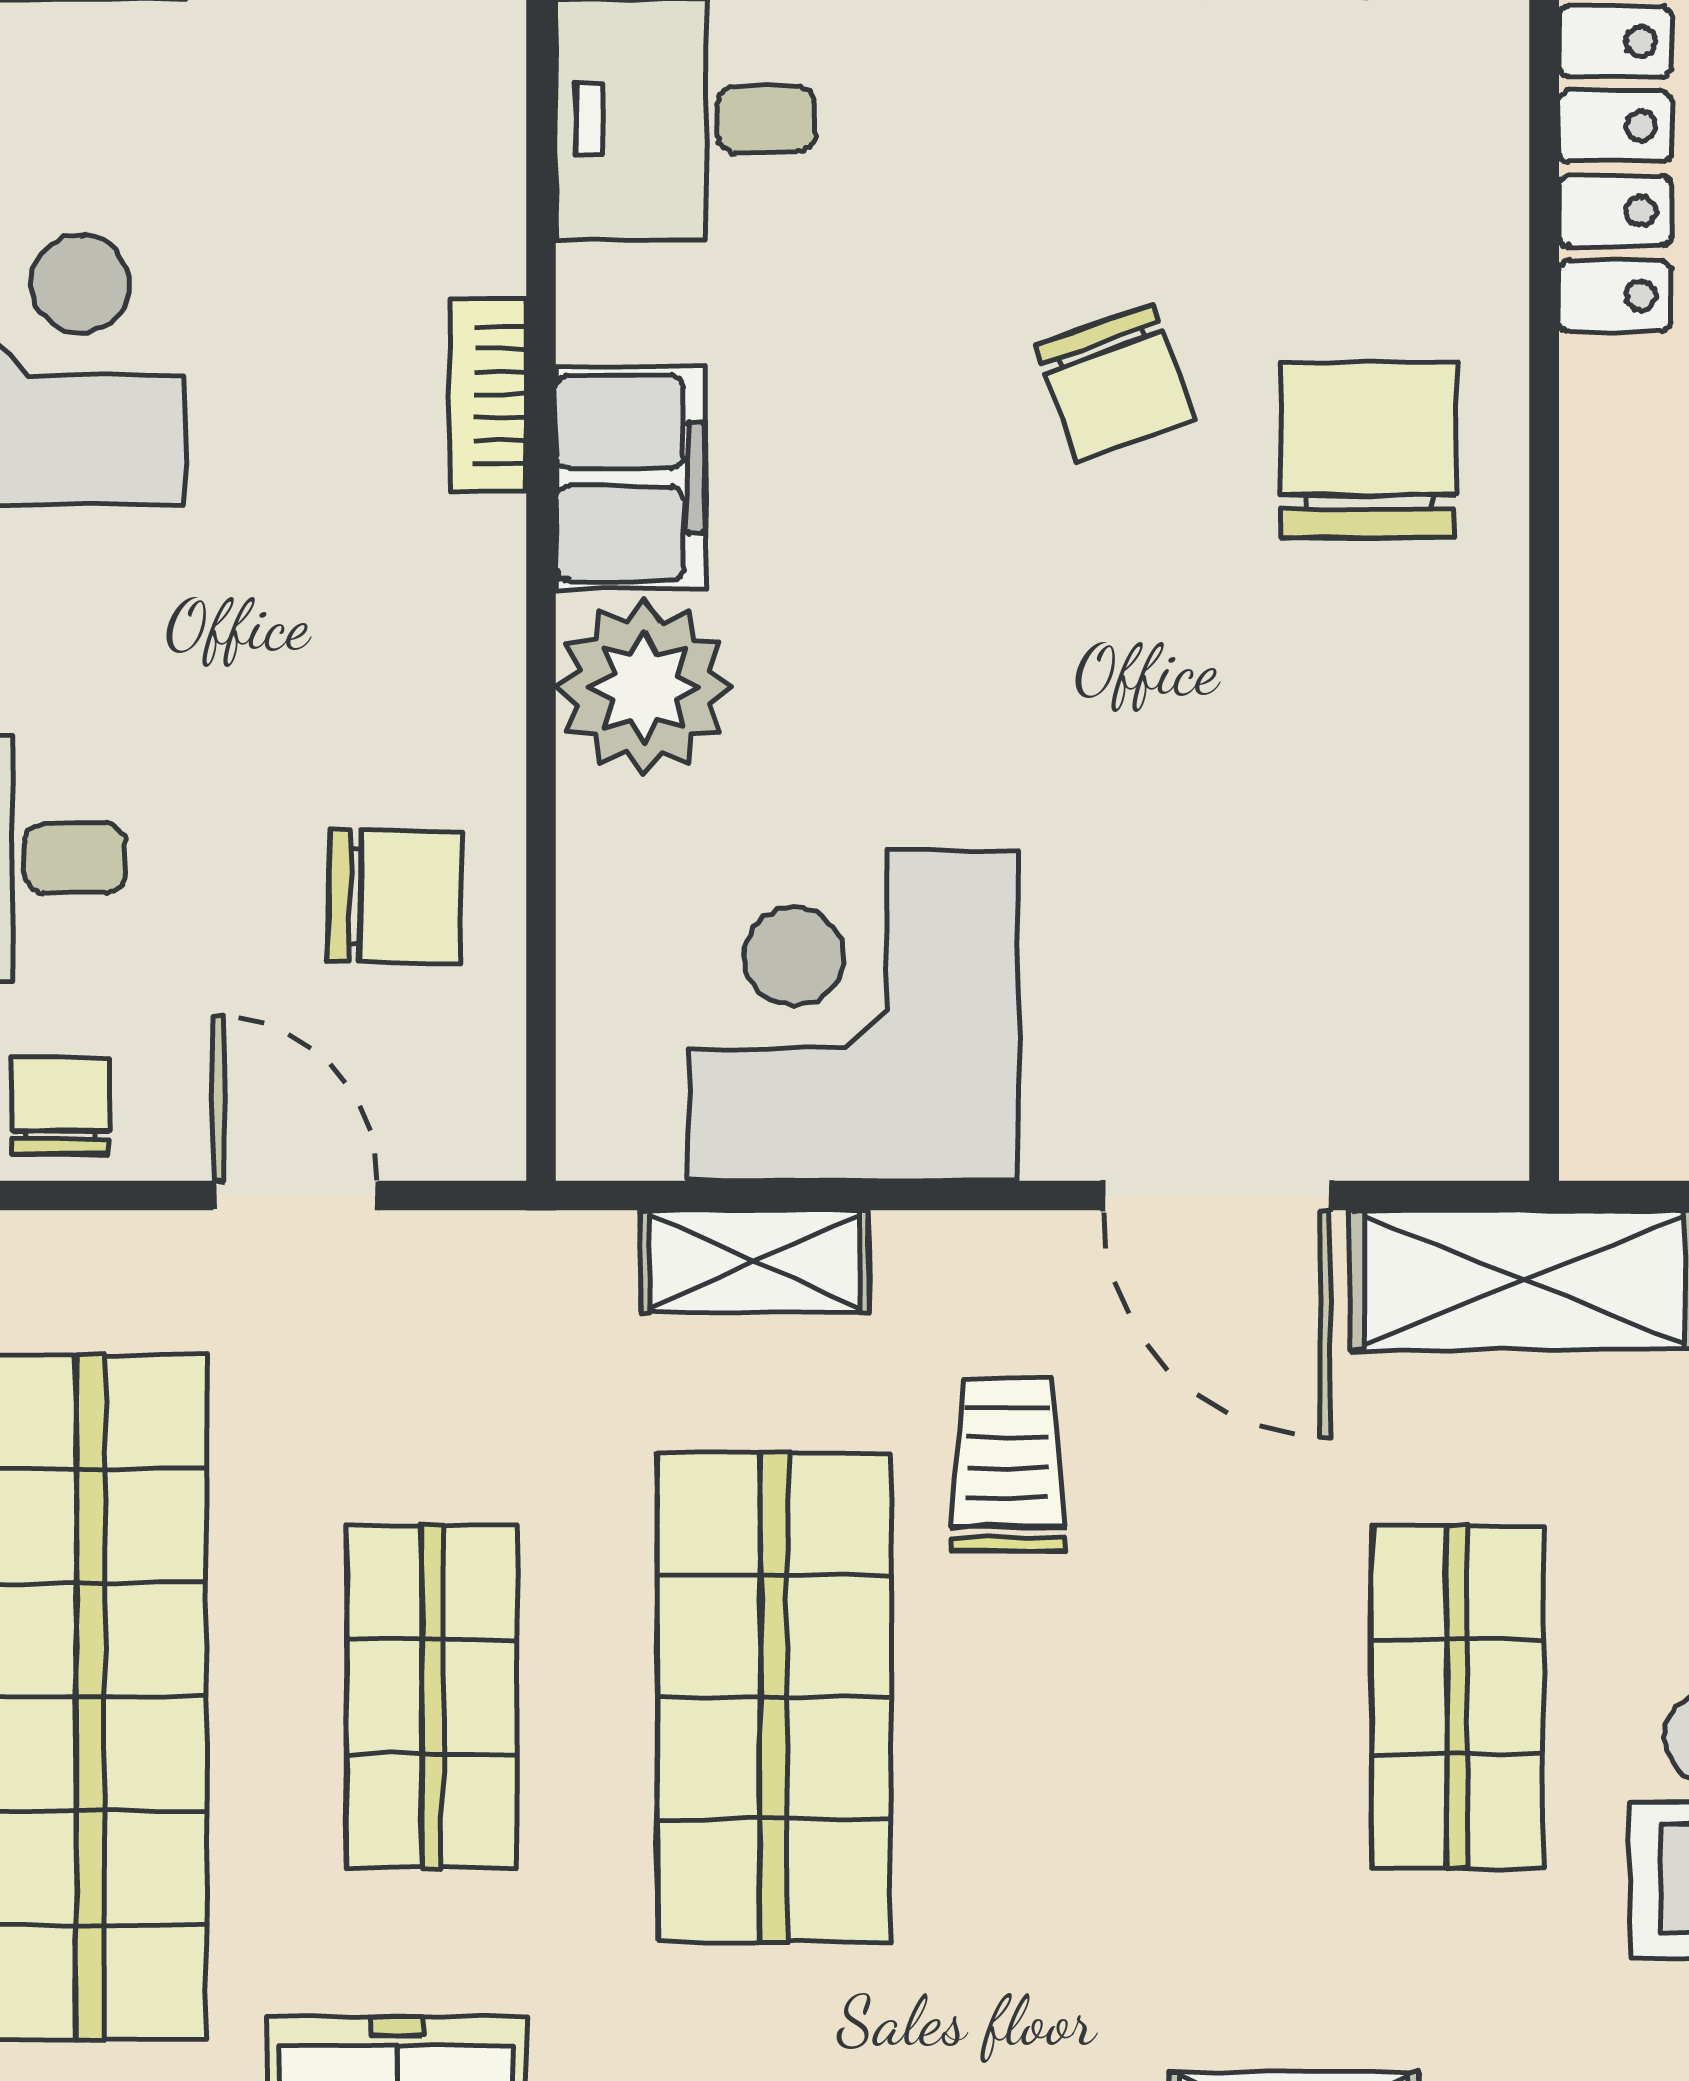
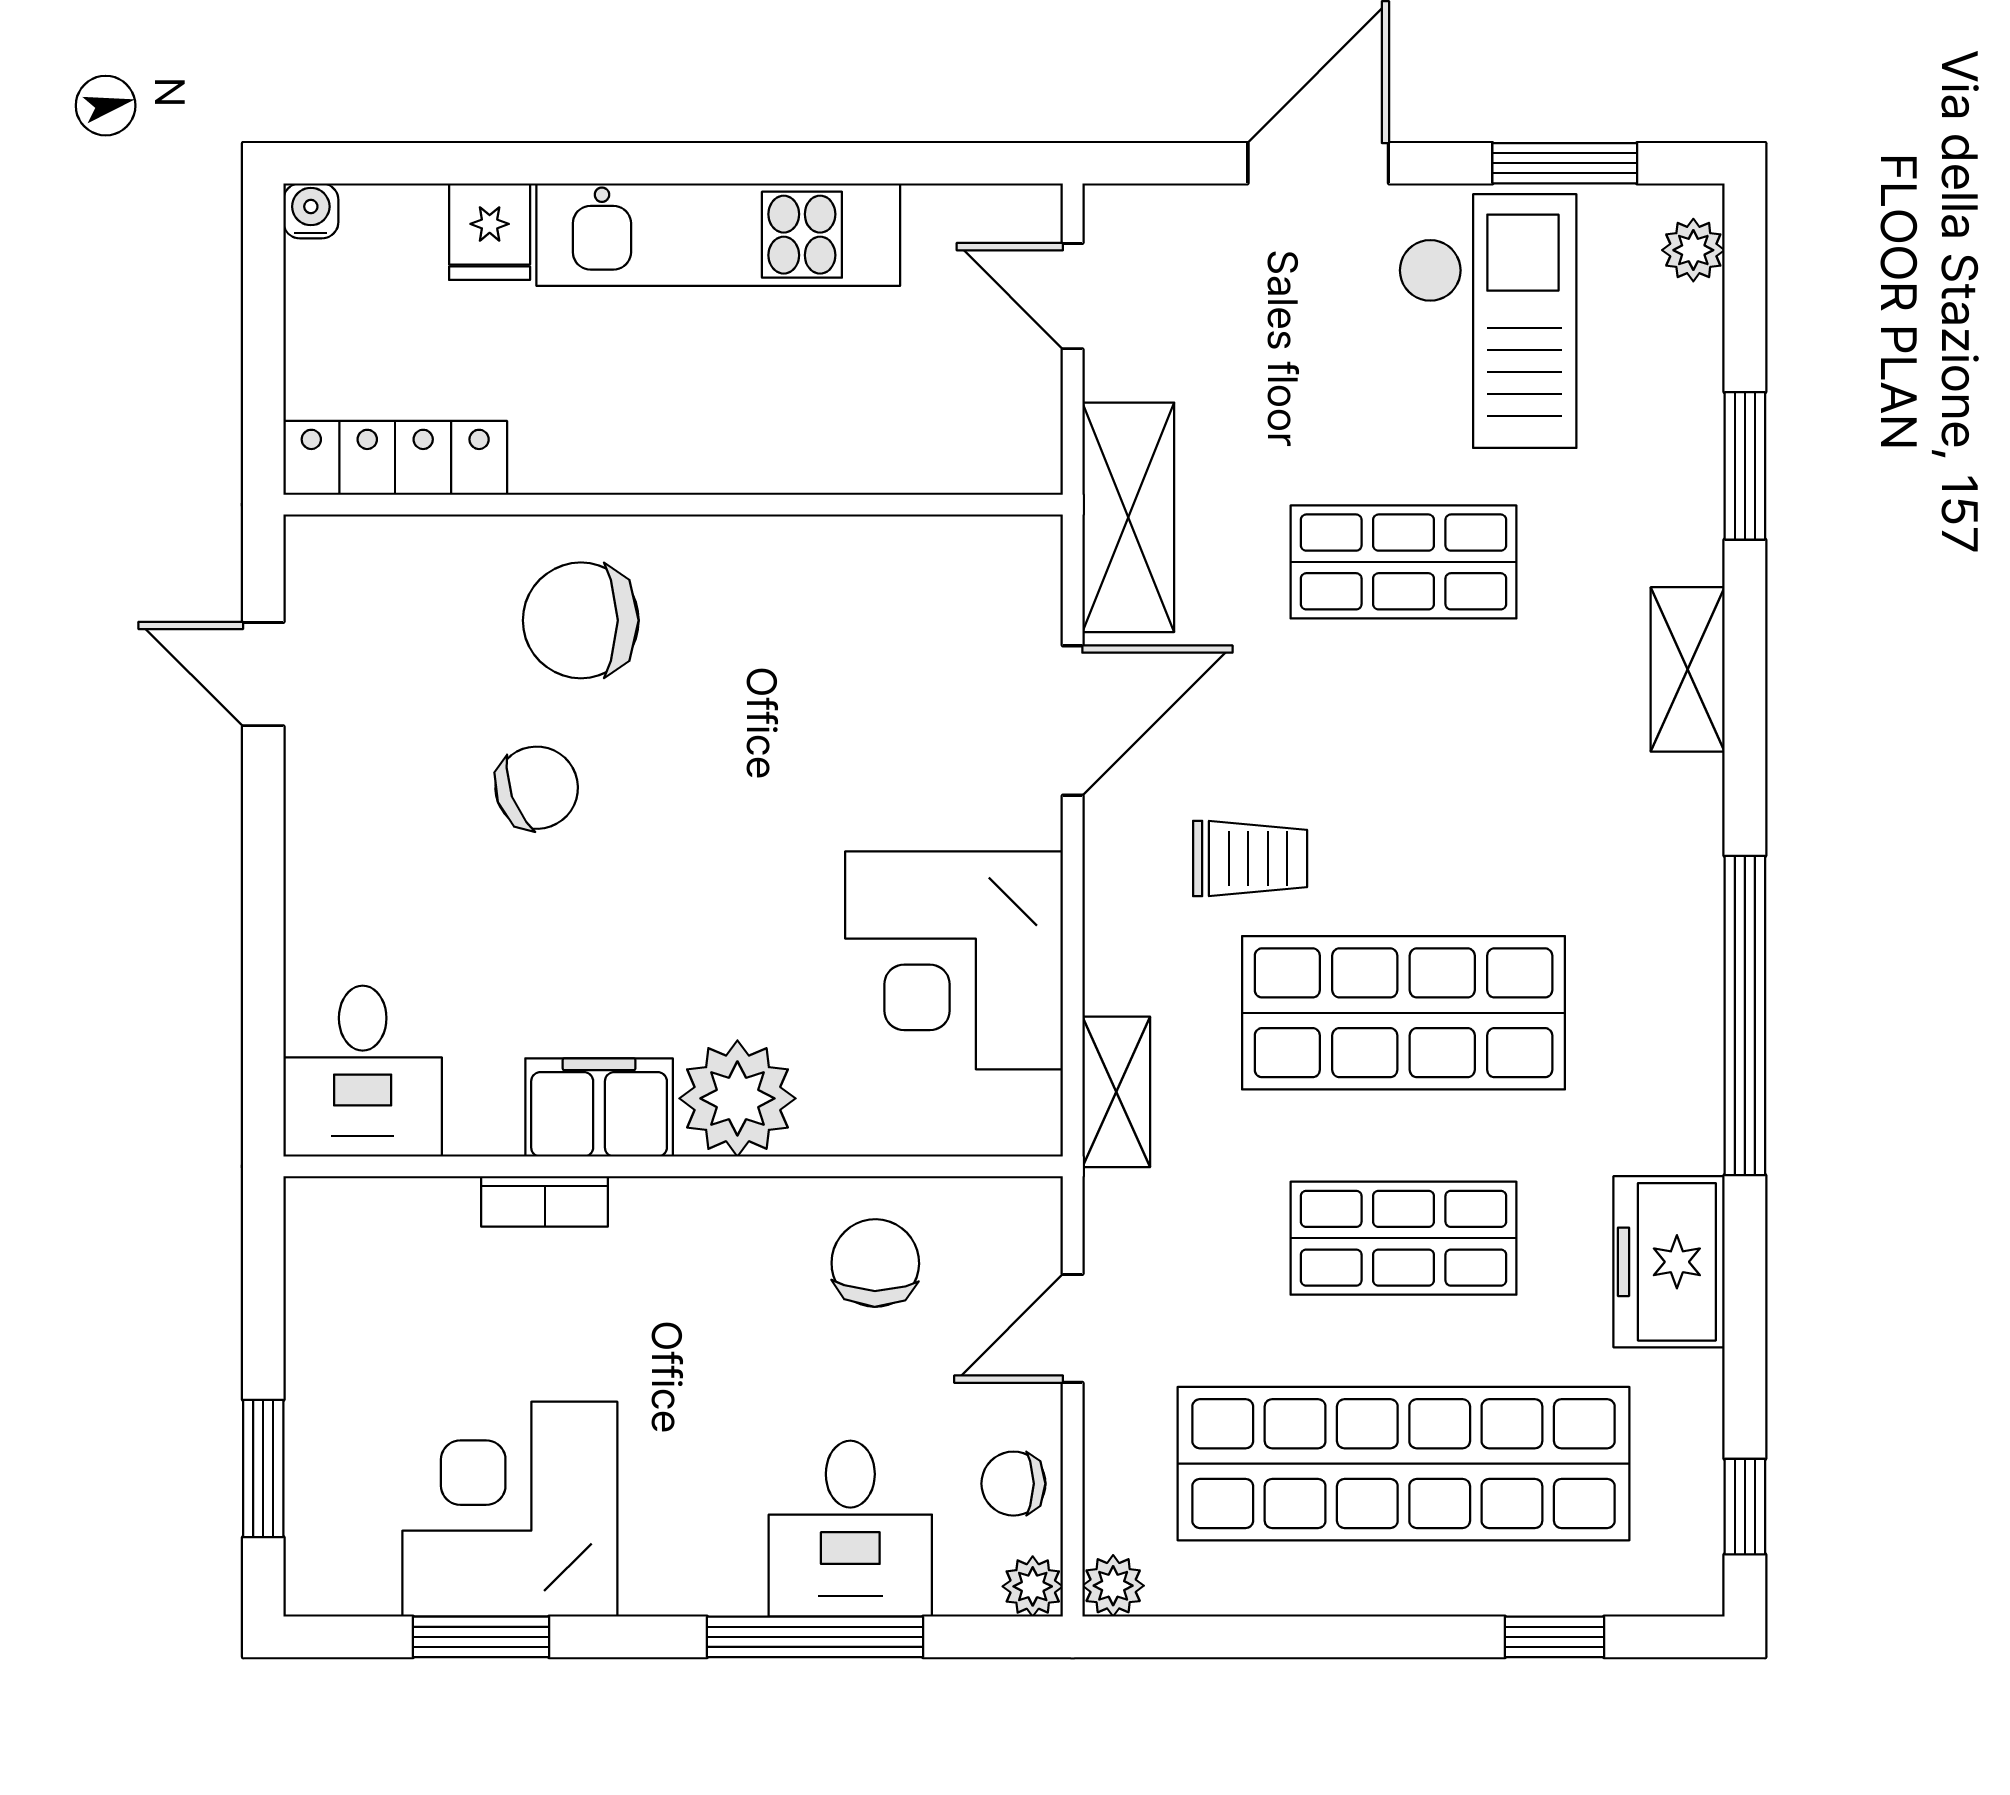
shelving: (755, 1262) -> (1116, 1092), moved
trolley: (1008, 1464) -> (1250, 859), turned 180

